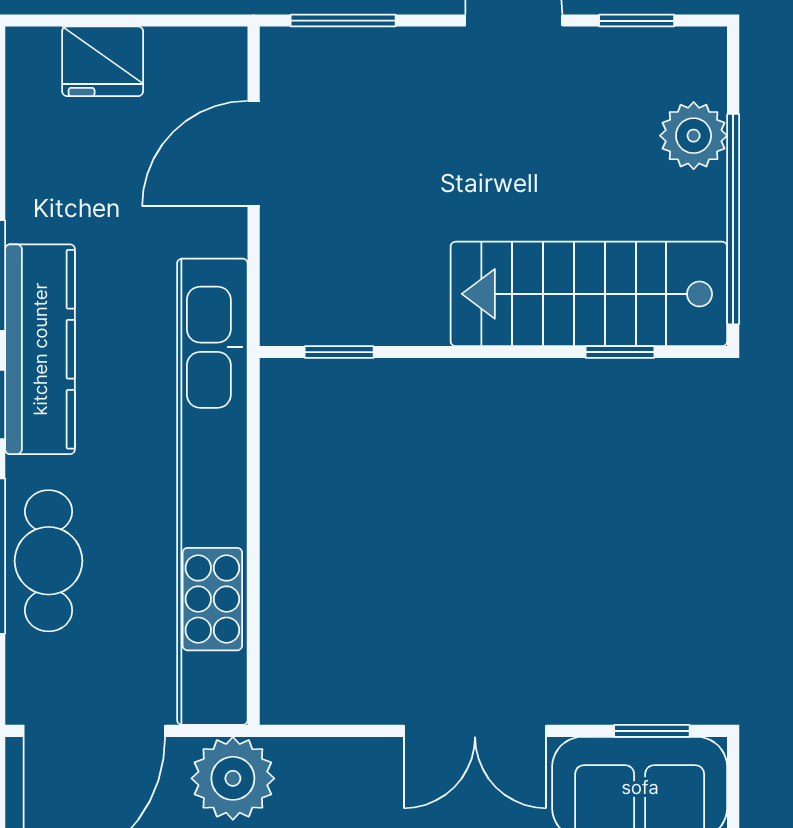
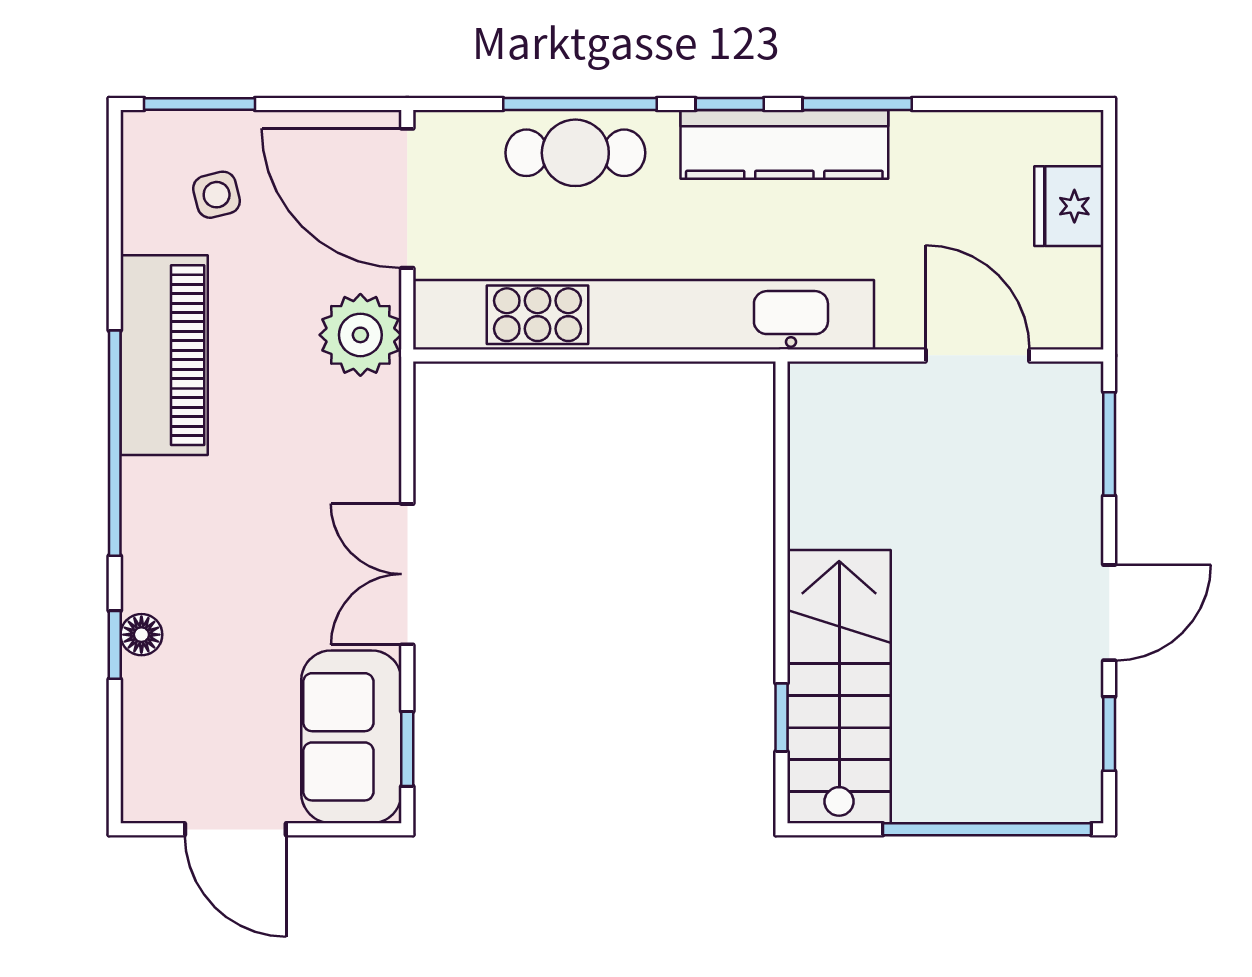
plant: (694, 136) -> (995, 790), removed
window: (733, 219) -> (987, 829), moved
window: (339, 352) -> (782, 440), removed

